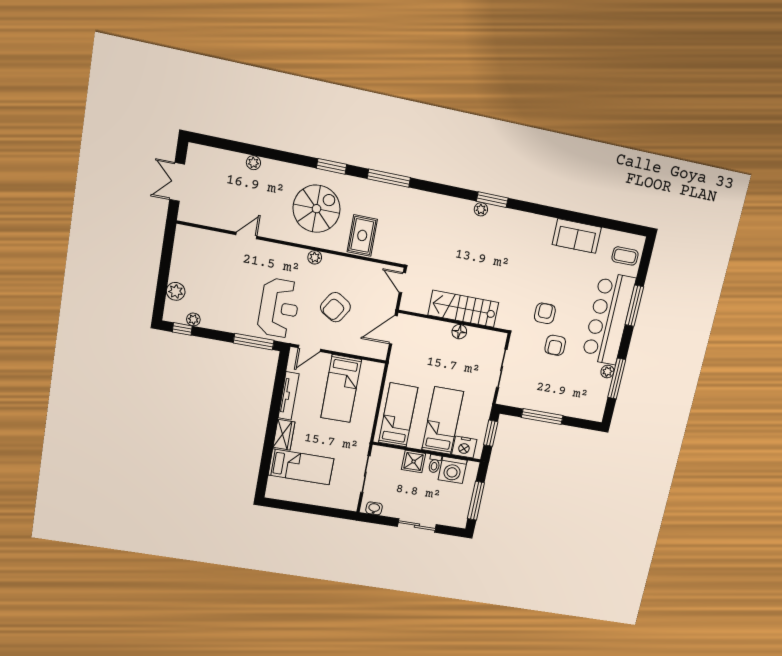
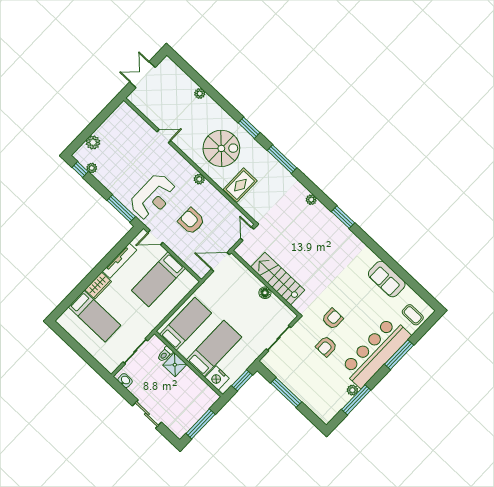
plant: (481, 209) -> (311, 200), moved
armchair: (335, 307) -> (191, 221), turned 58
toilet: (435, 464) -> (165, 354), moved
washing machine: (453, 470) -> (198, 390), removed

